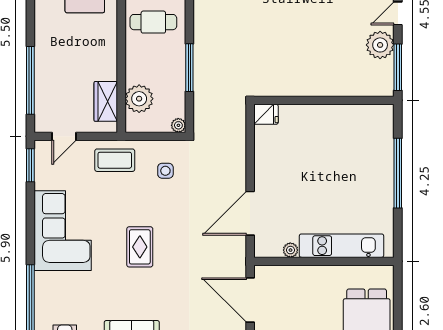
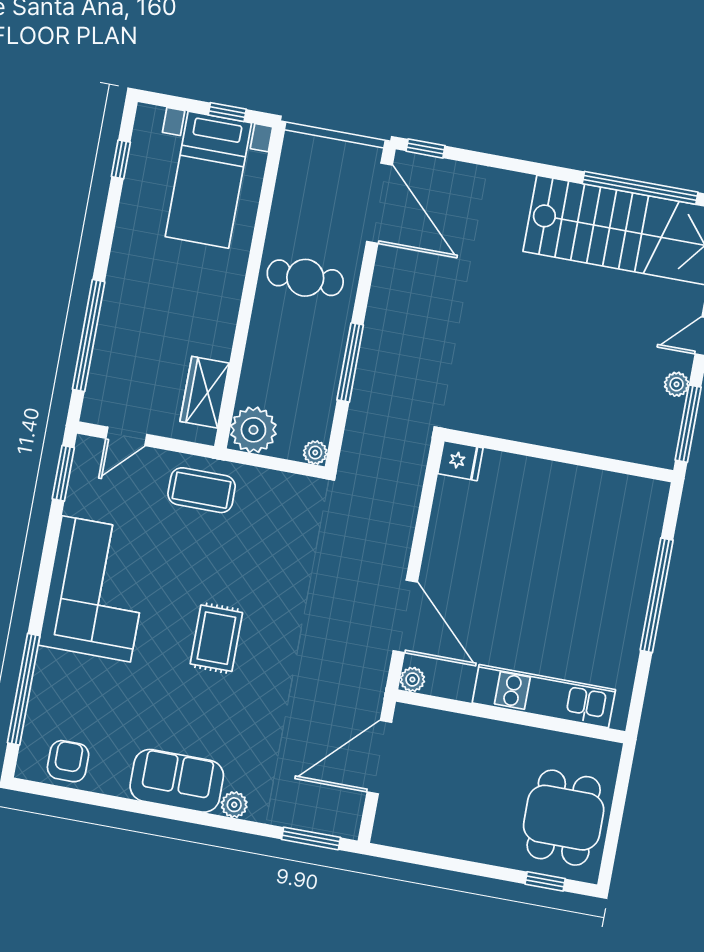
plant: (380, 45) -> (677, 384), width x0.53, depth x0.53
plant: (139, 99) -> (253, 430), moved
side table: (165, 171) -> (281, 522), removed
door: (250, 213) -> (405, 616), swing flipped
plant: (290, 250) -> (412, 679), moved
door: (250, 300) -> (379, 757), hinge flipped

